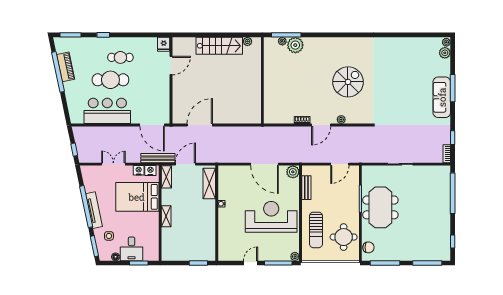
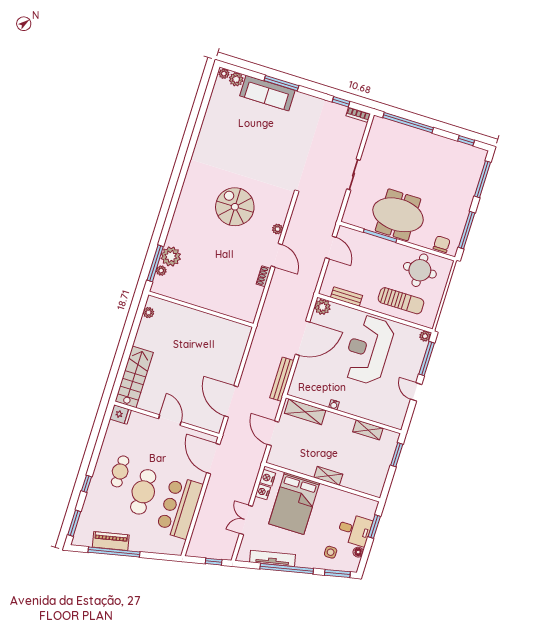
stairs: (219, 46) -> (134, 377), moved
door: (171, 66) -> (170, 420), moved
sofa: (442, 97) -> (267, 93), moved
door: (152, 125) -> (213, 459), swing flipped
bench: (158, 158) -> (282, 379), moved
shelving: (166, 177) -> (368, 430), moved
tv unit: (94, 210) -> (273, 558), moved

